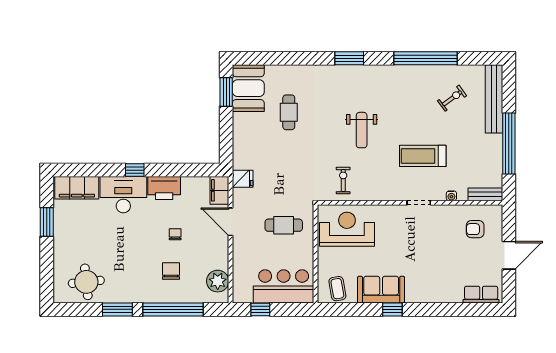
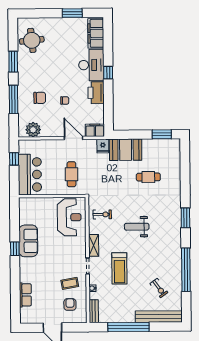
booth: (248, 88) -> (126, 150), moved
treadmill: (423, 156) -> (119, 268), turned 180
shelving: (389, 194) -> (94, 245), added
door: (231, 222) -> (73, 138), hinge flipped
coffee table: (337, 289) -> (70, 283), moved
row of seats: (481, 295) -> (25, 295), moved
window: (173, 309) -> (14, 99), width x0.68

